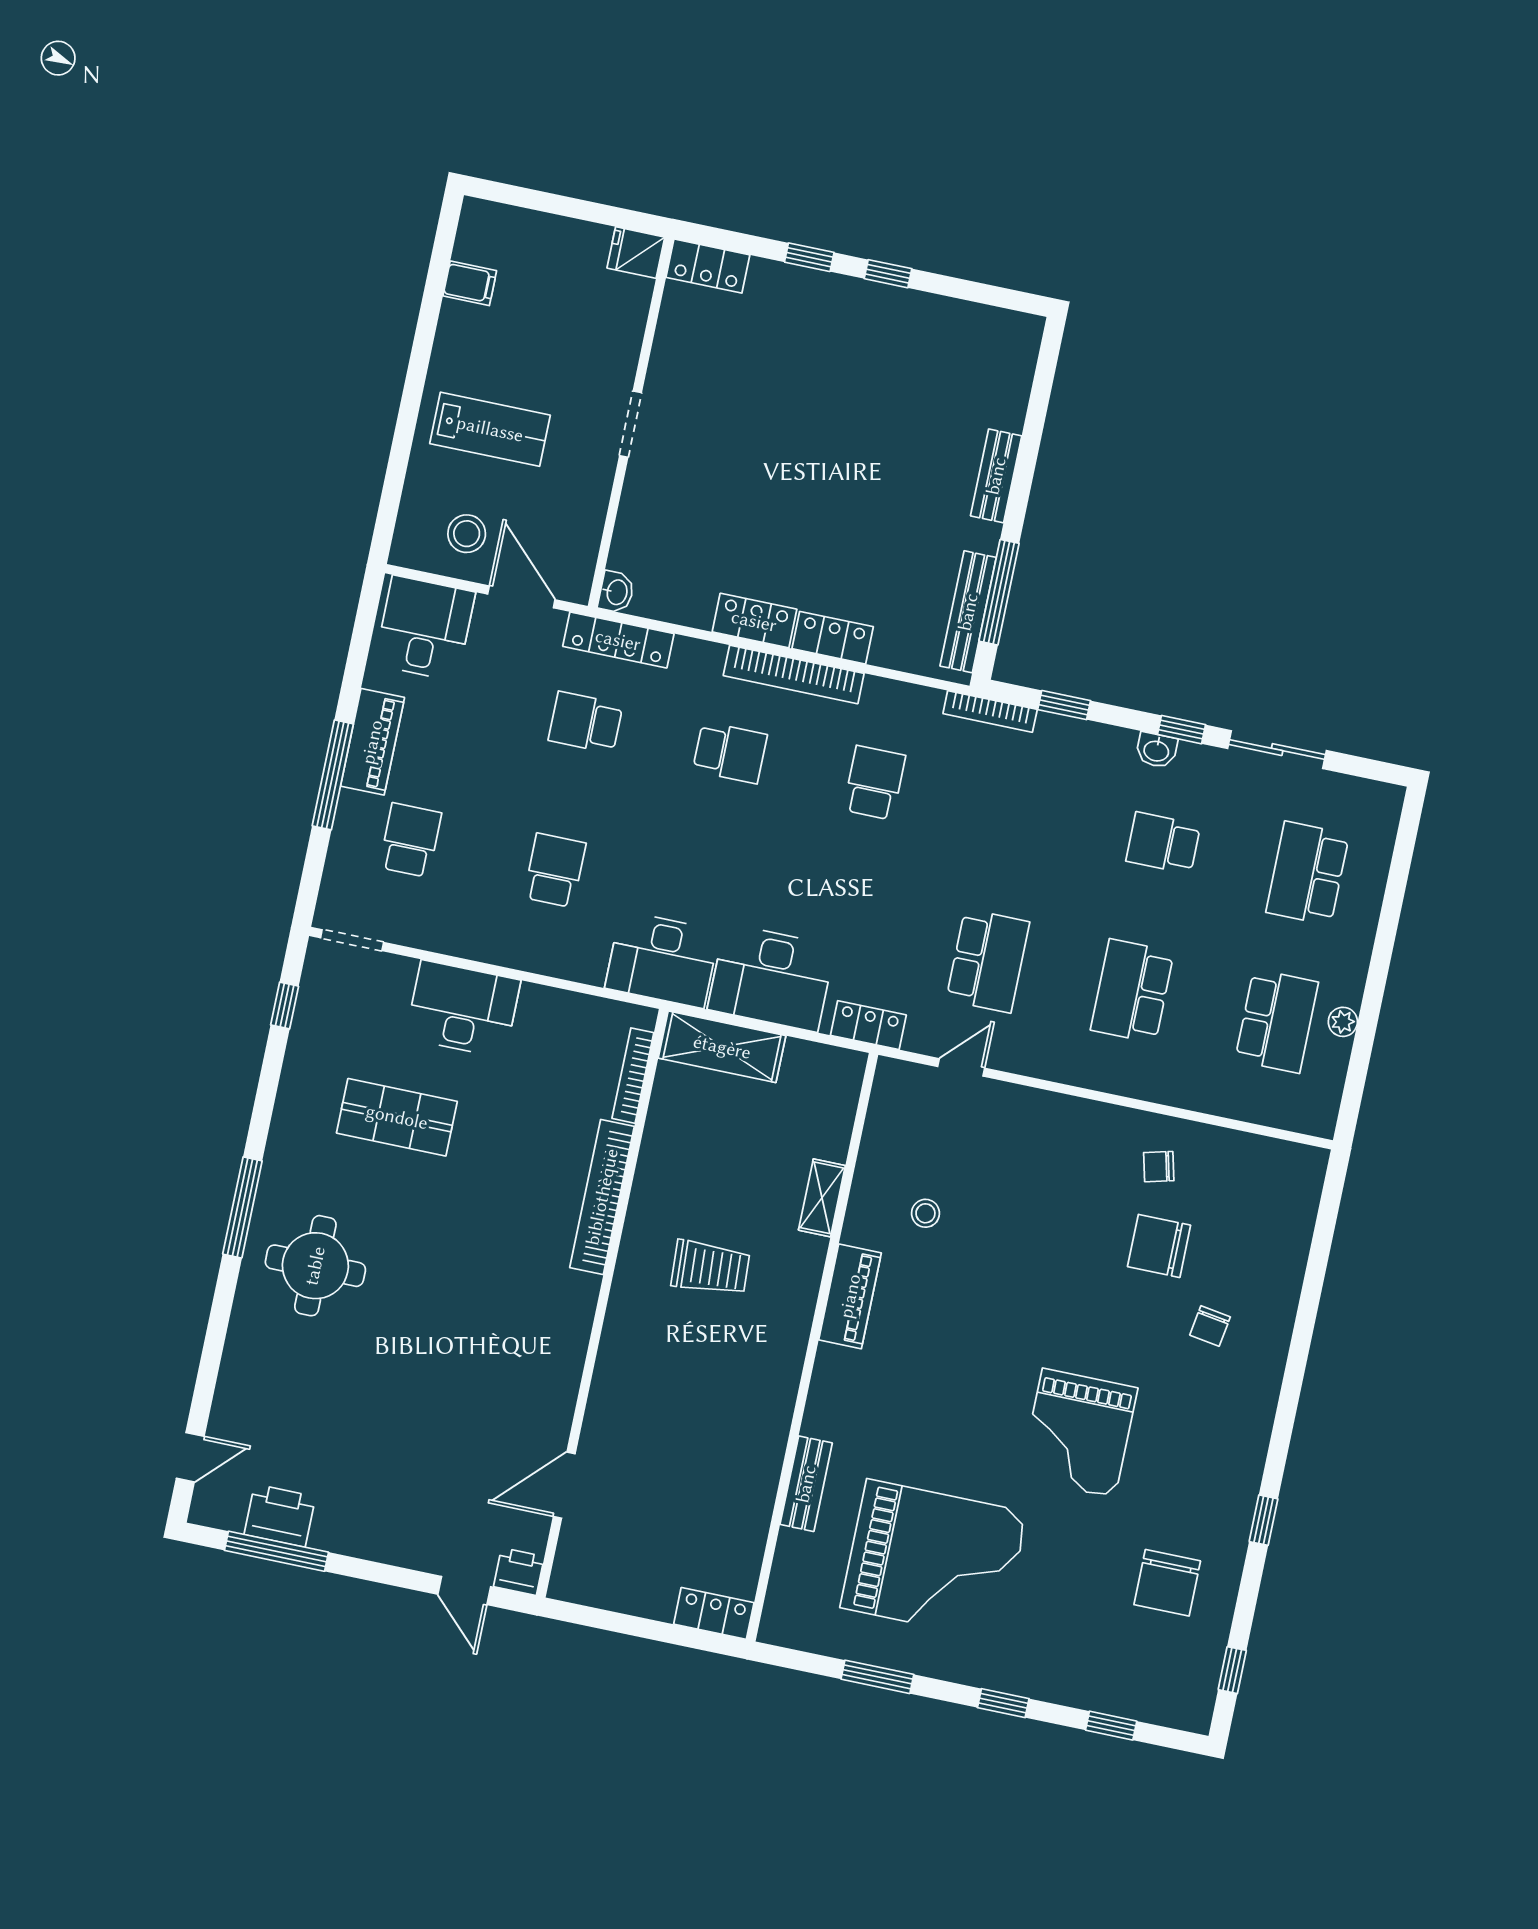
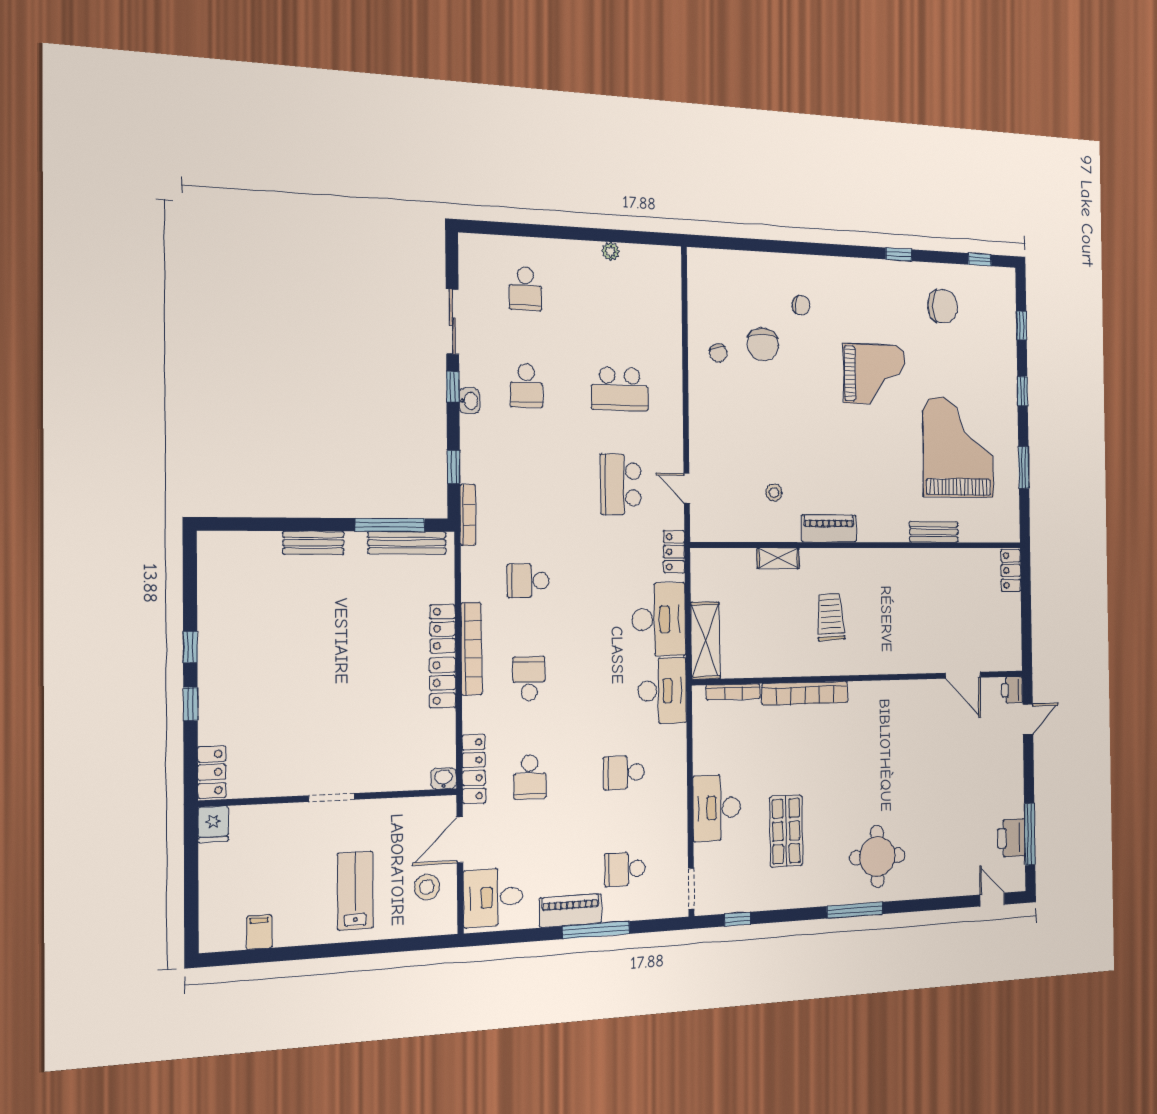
school desk: (1308, 873) -> (525, 289), width x0.54
school desk: (988, 961) -> (621, 484), turned -90
school desk: (1277, 1021) -> (619, 294), removed

